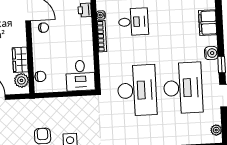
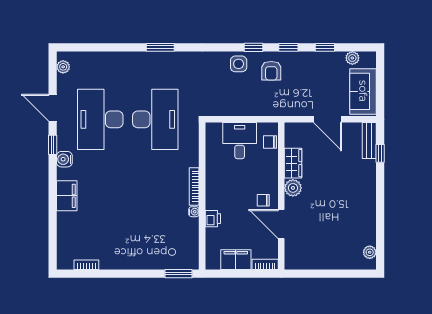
desk: (133, 22) -> (155, 202), removed
desk: (80, 75) -> (240, 141), moved
plant: (21, 80) -> (293, 188), moved
desk: (137, 90) -> (155, 119), turned 180

